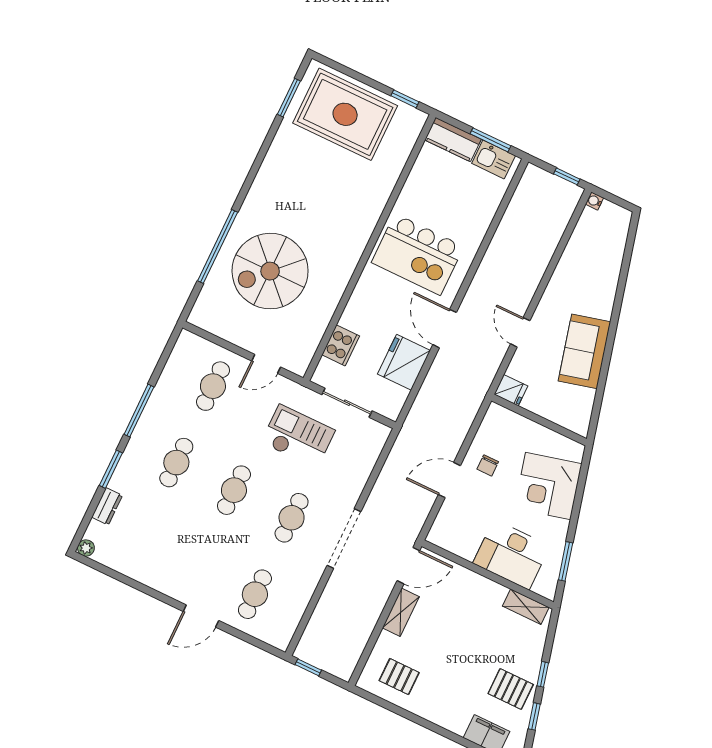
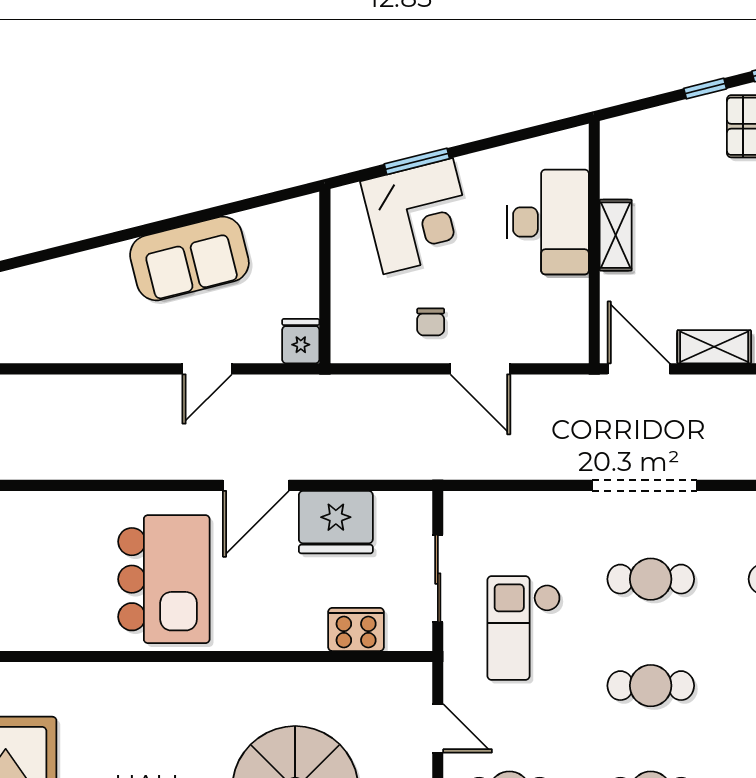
chair: (488, 465) -> (431, 322), turned 90
window: (566, 561) -> (417, 161), moved
shelving: (526, 607) -> (616, 235), moved

